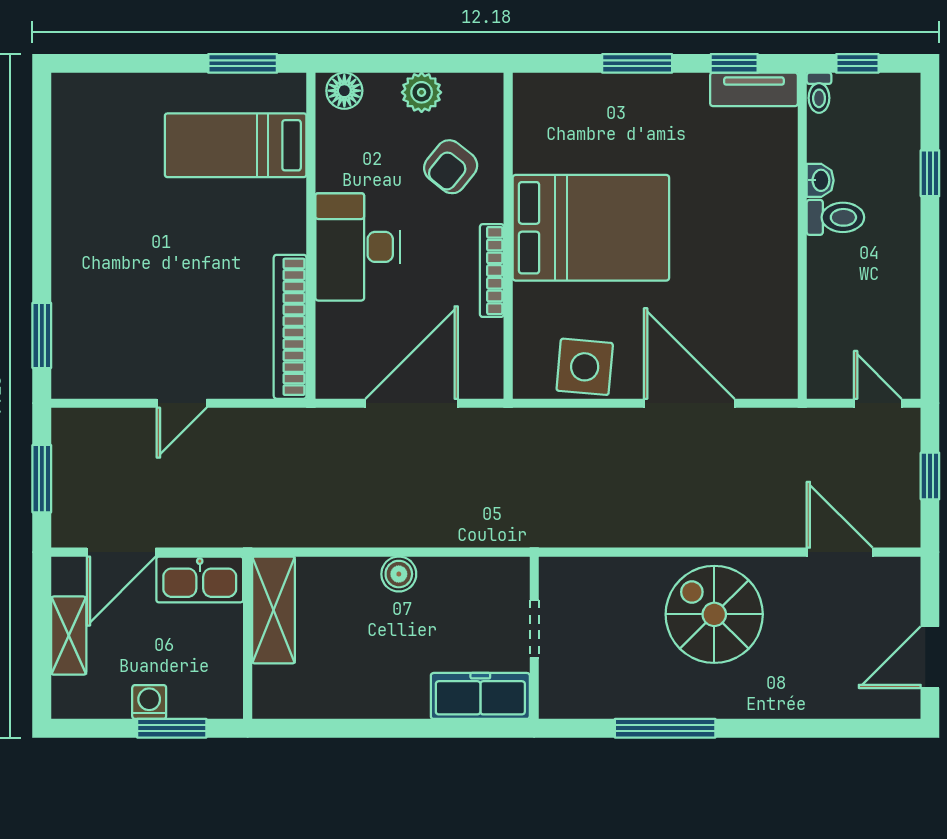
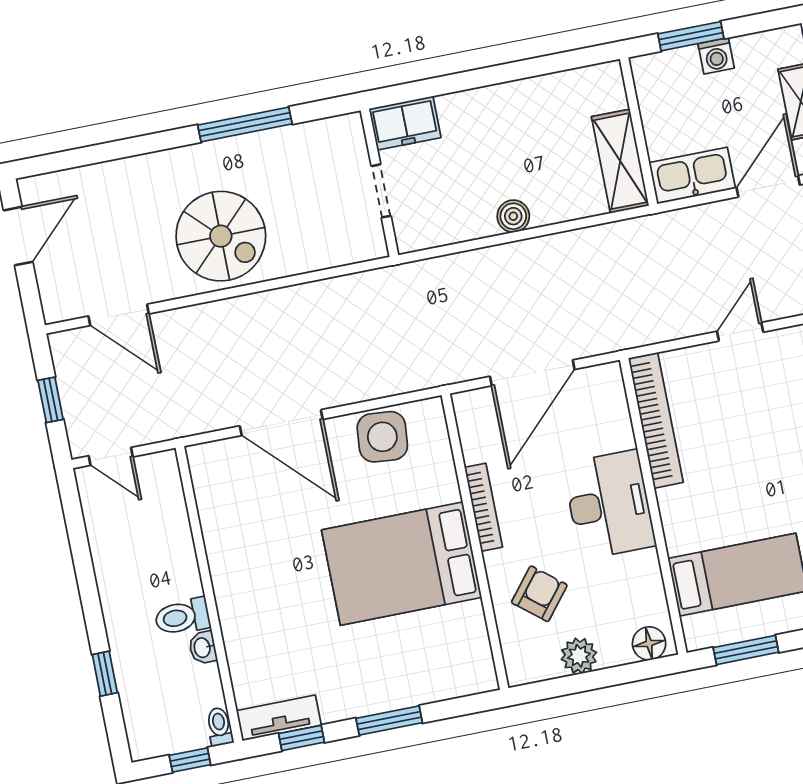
freezer: (480, 696) -> (405, 123), width x0.71

